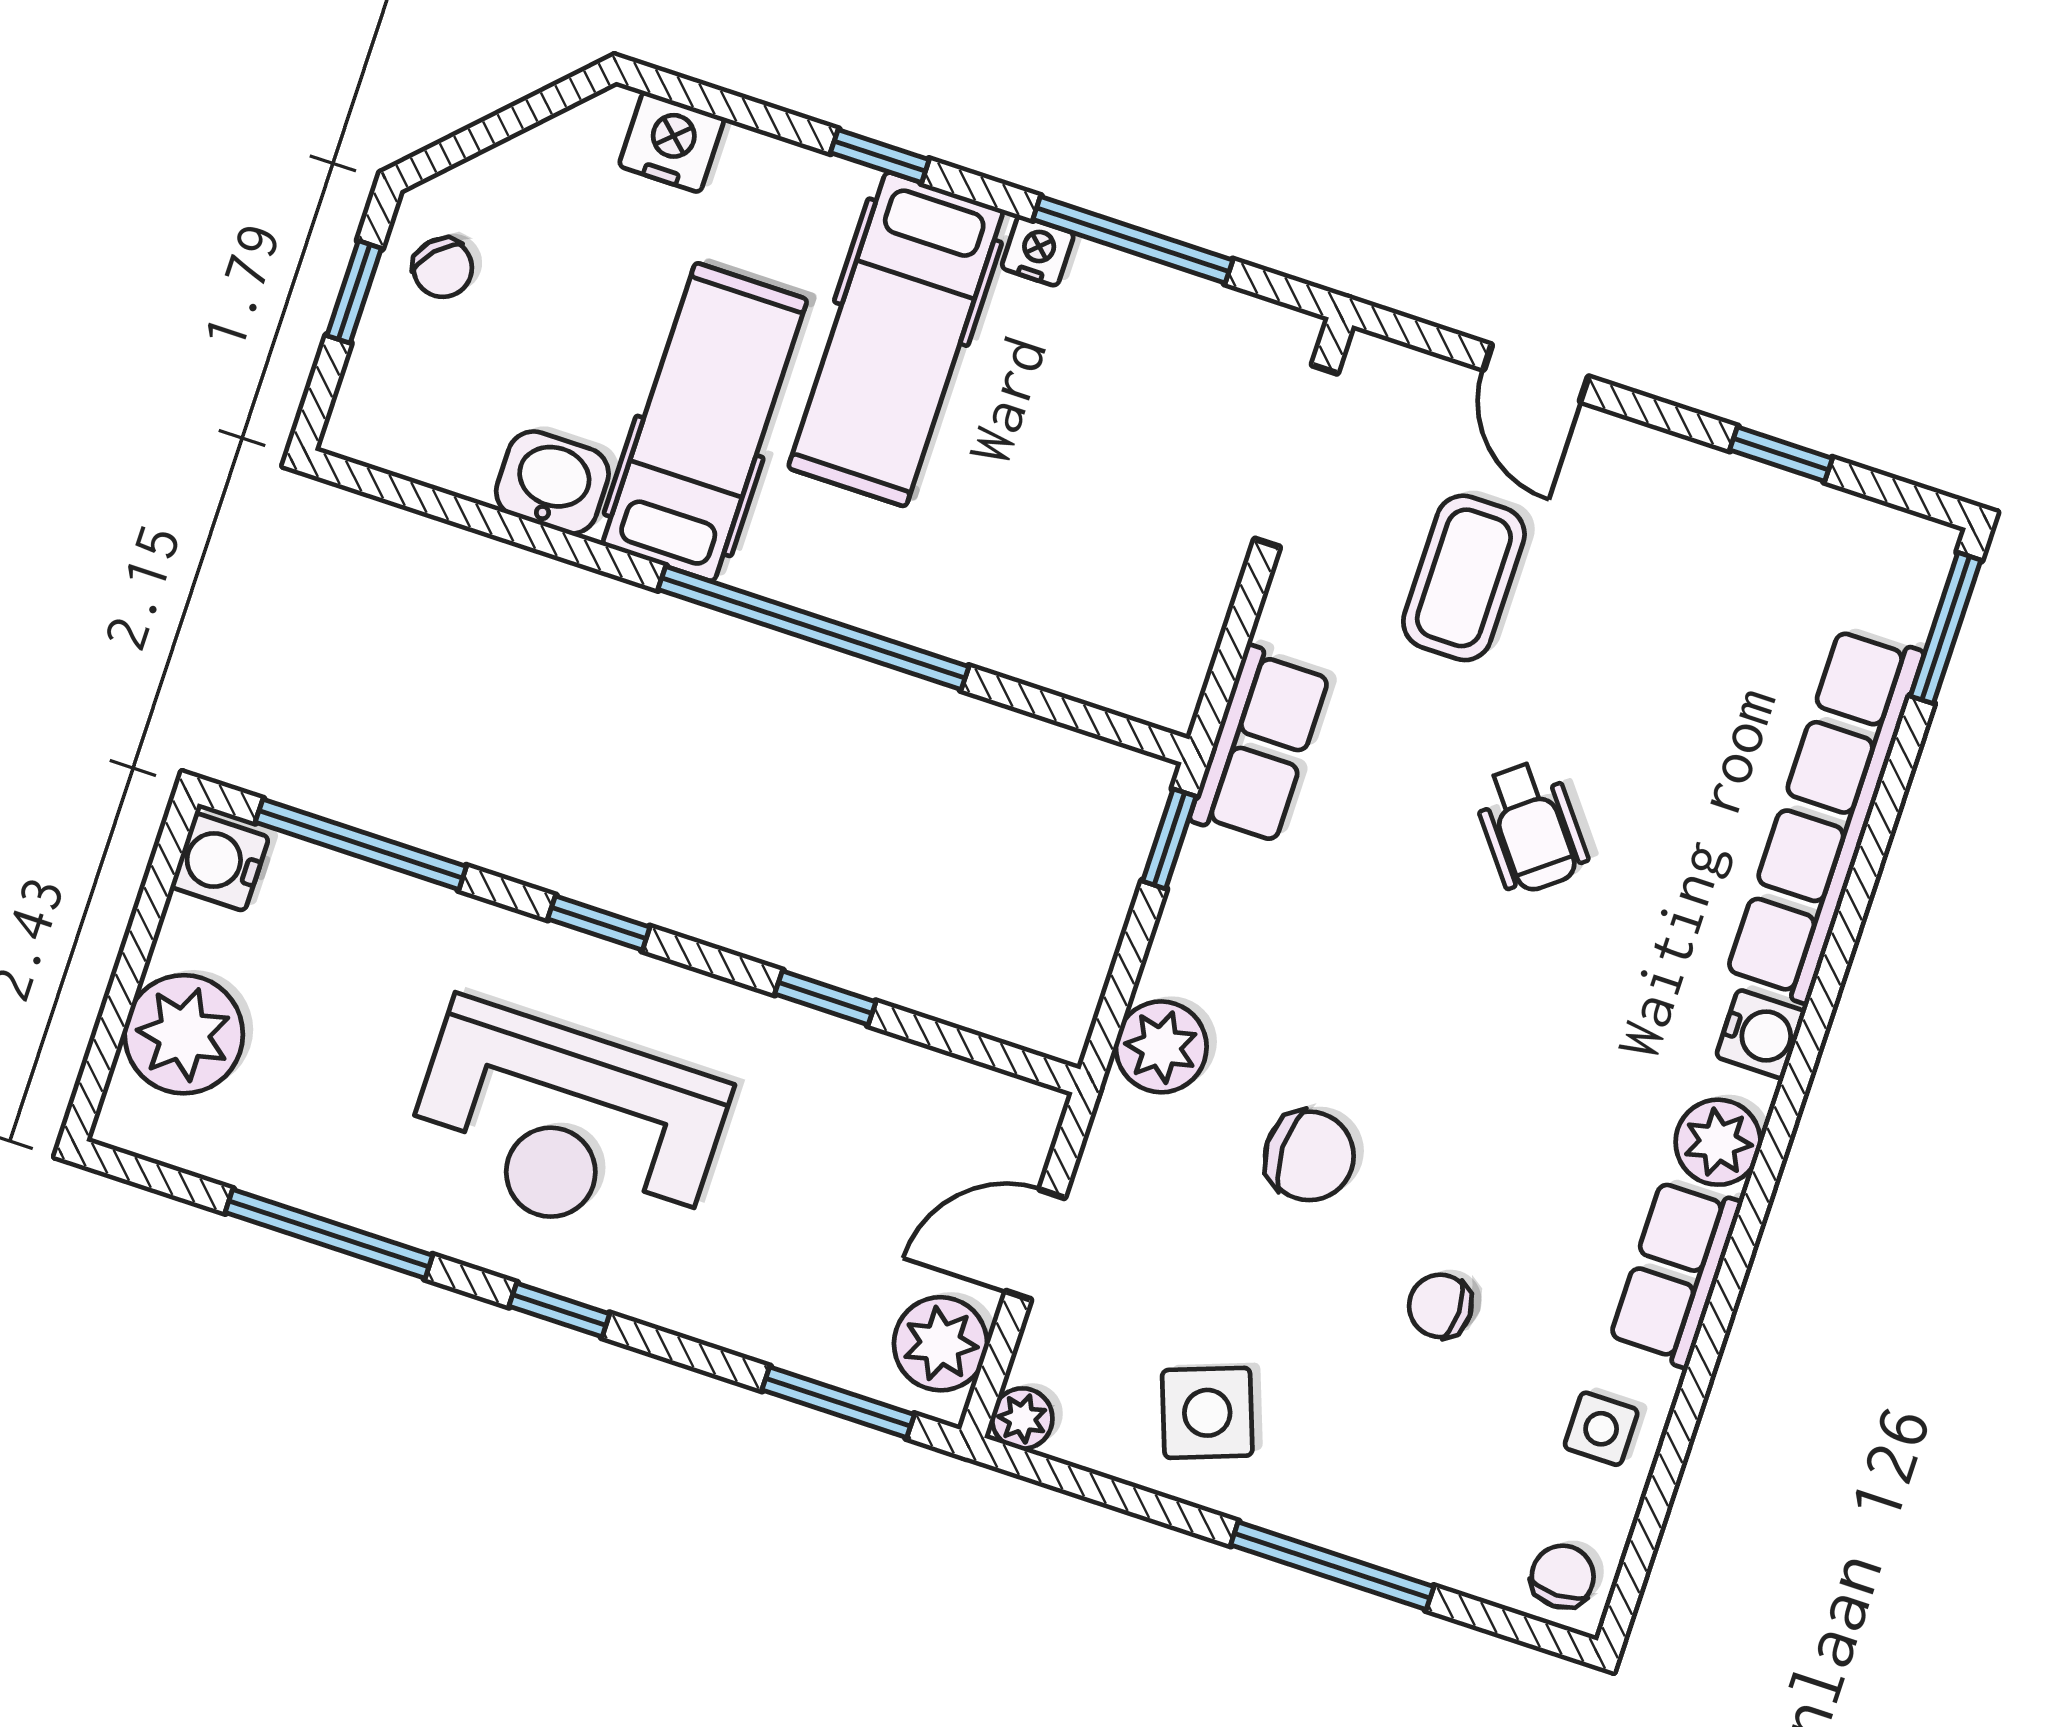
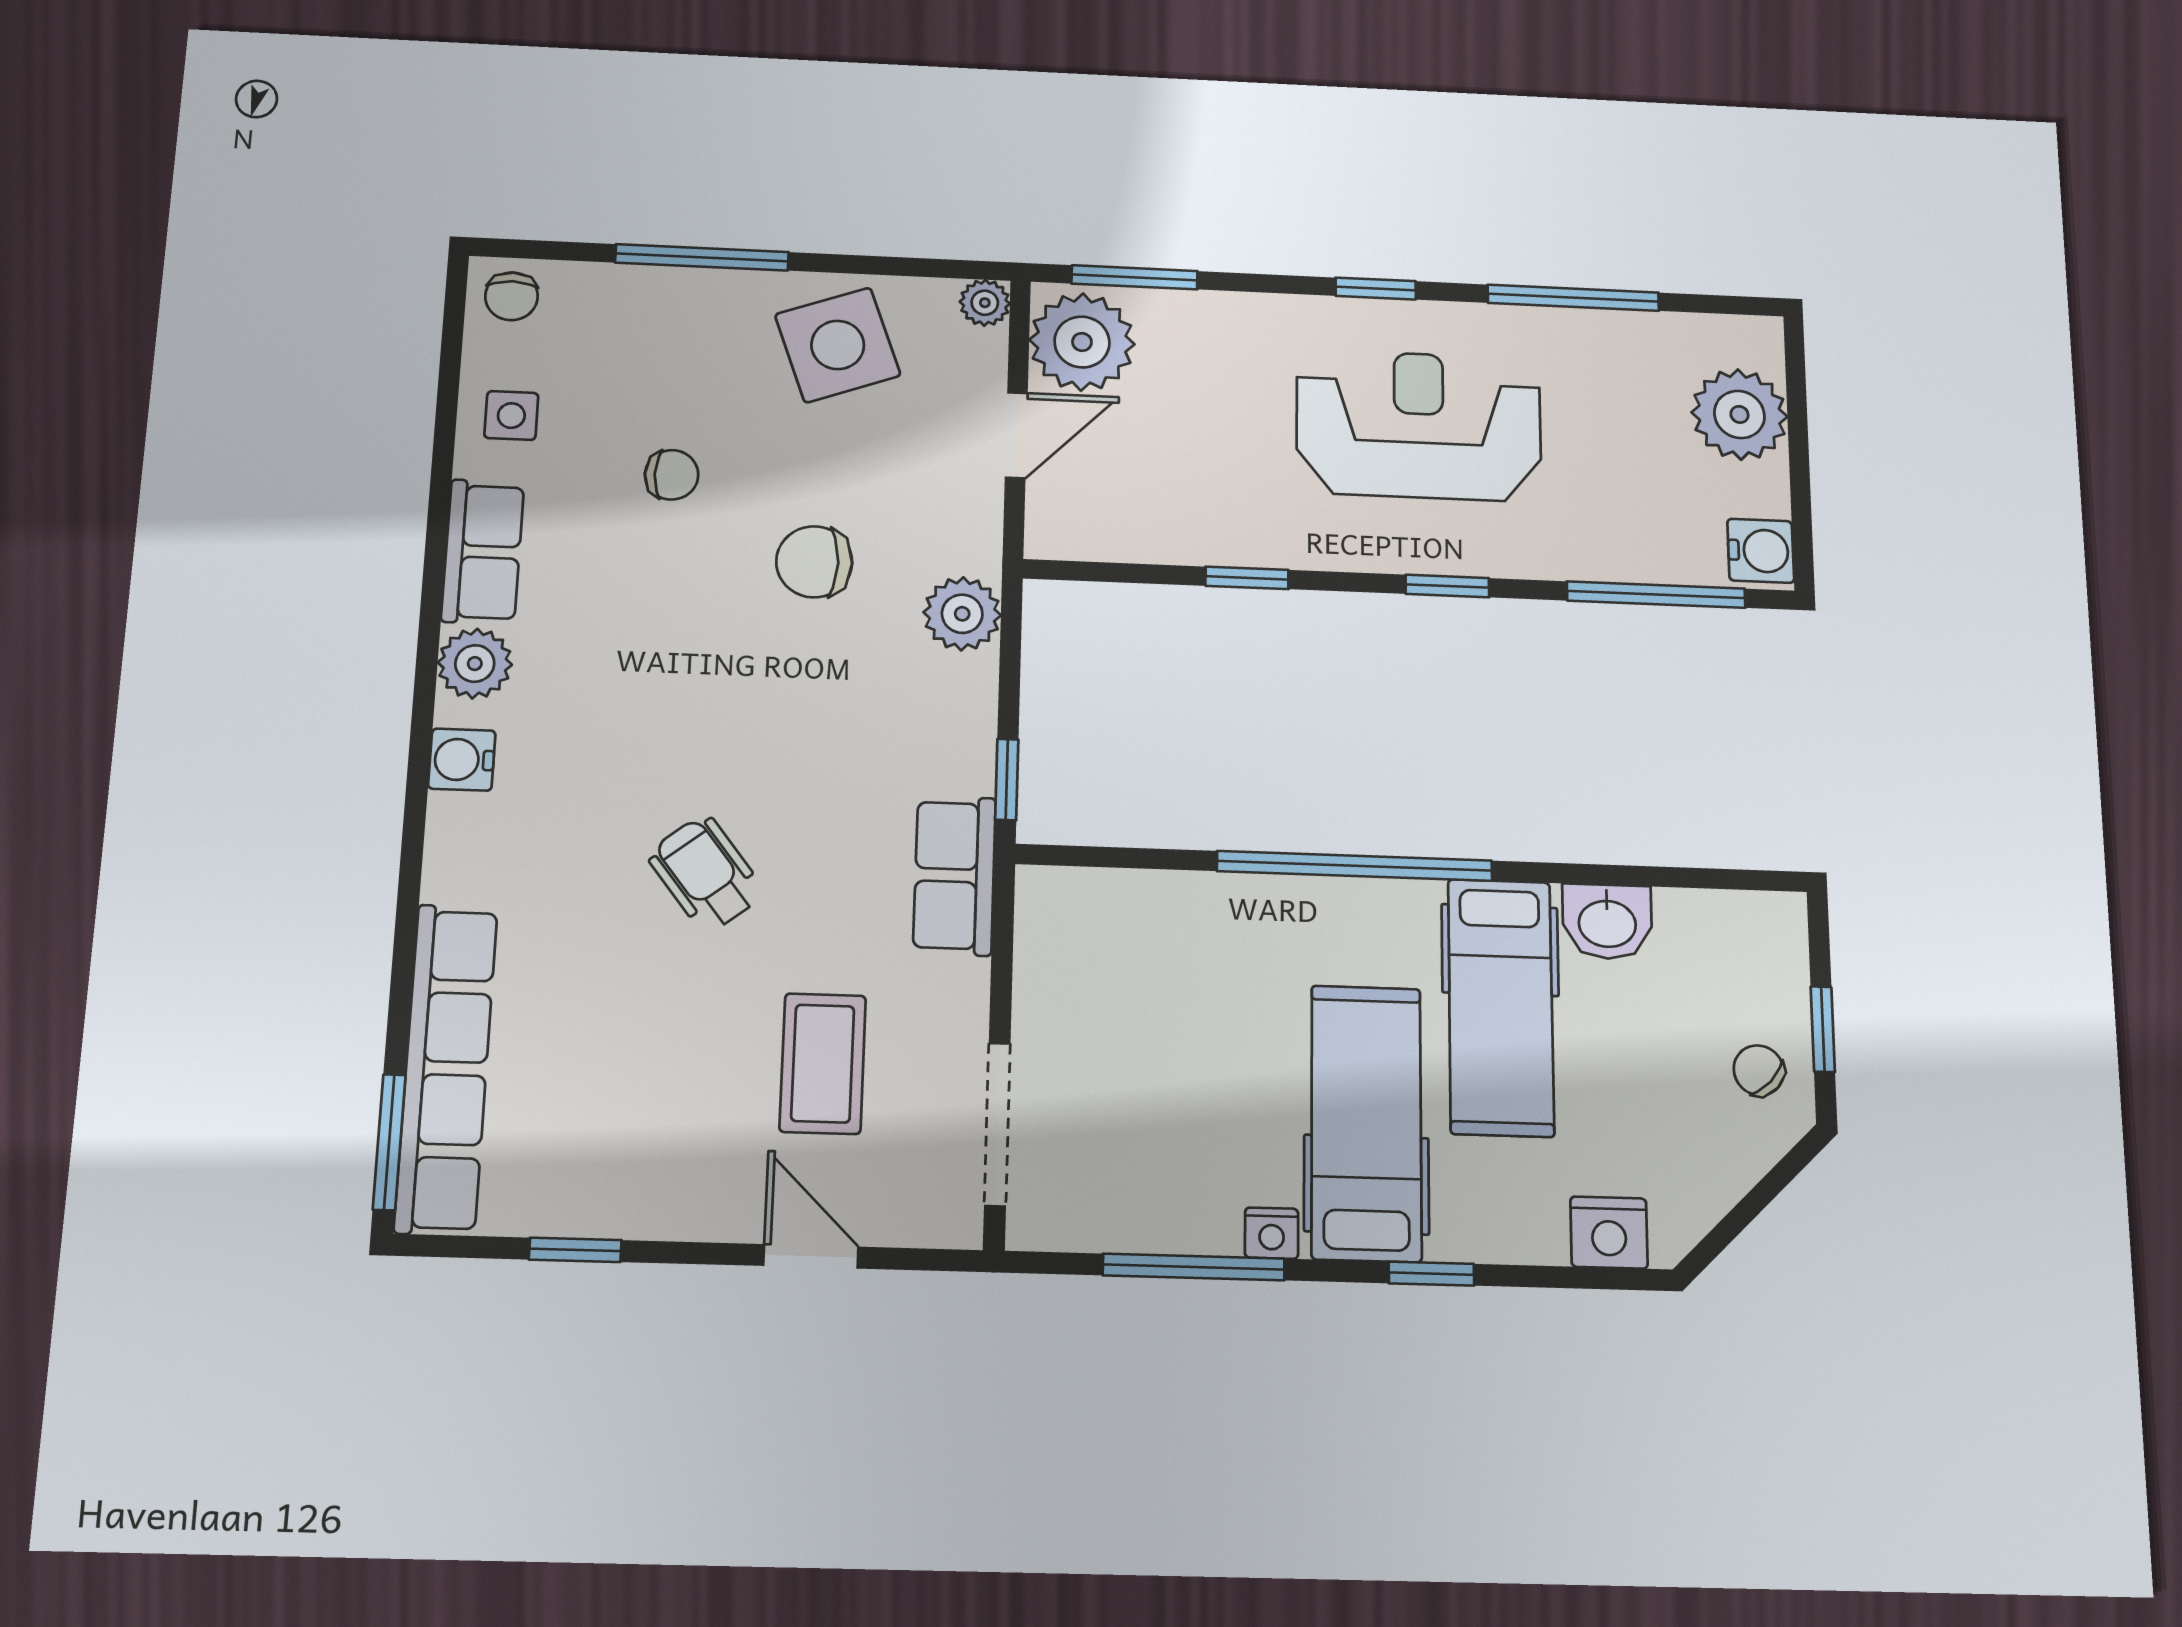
row of seats: (1825, 815) -> (446, 1068), moved
plant: (941, 1344) -> (1082, 342), width x1.36, depth x1.36
side table: (1207, 1413) -> (838, 345), width x1.37, depth x1.37

